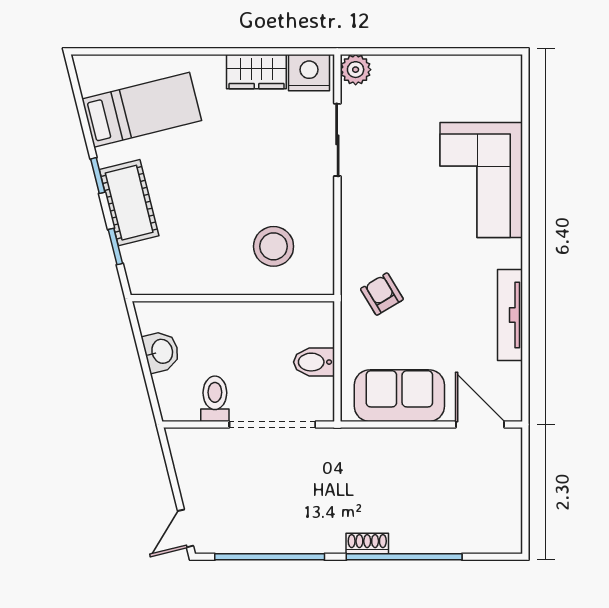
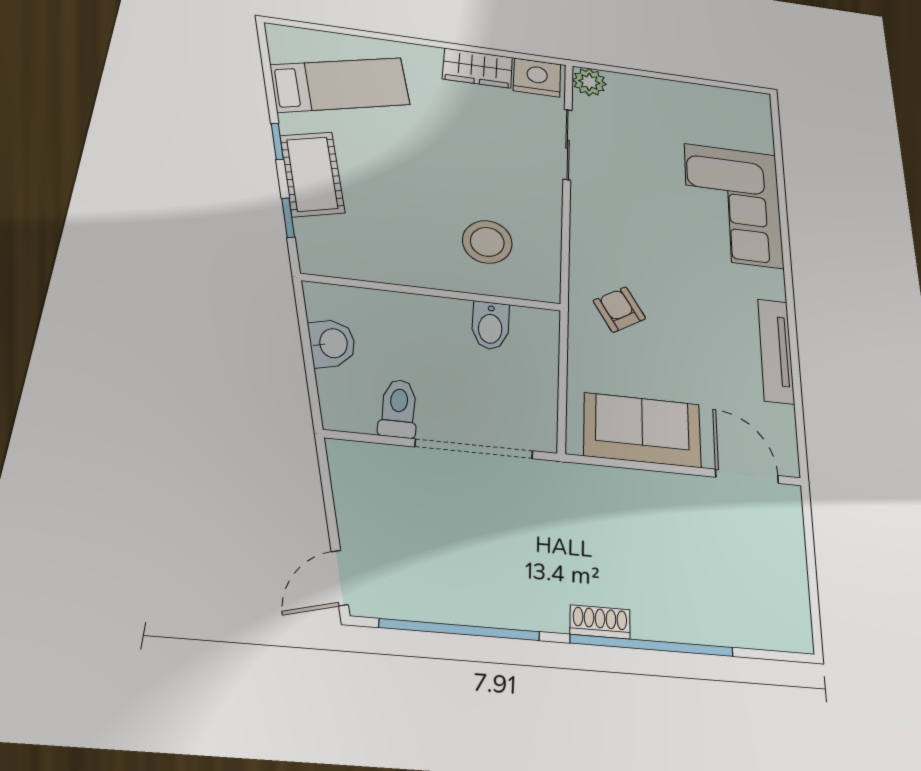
bidet: (314, 362) -> (490, 326), moved, turned -90

